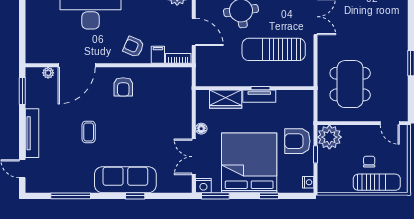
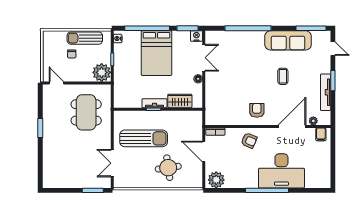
filing cabinet: (158, 55) -> (321, 134), moved
window: (22, 91) -> (333, 81), moved
tv unit: (32, 133) -> (326, 92), moved
armchair: (297, 141) -> (126, 69), removed
bed: (249, 163) -> (157, 53), width x0.73
sofa: (125, 180) -> (288, 40), moved
sun lounger: (377, 182) -> (85, 38), moved
window: (71, 196) -> (311, 28), moved
window: (135, 196) -> (248, 28), width x3.17
window: (269, 196) -> (147, 28), width x3.17

